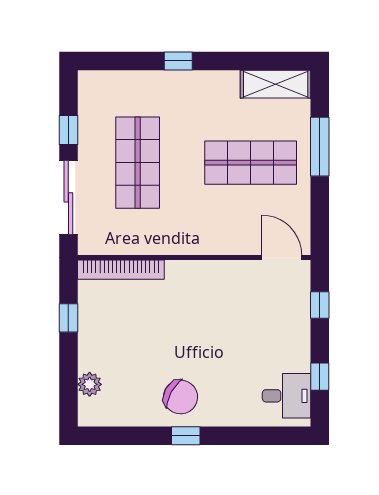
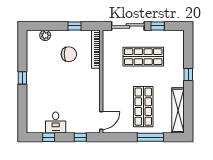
shelving: (276, 84) -> (178, 110), width x1.47
desk: (287, 396) -> (56, 123), moved
chair: (181, 397) -> (69, 54), moved, turned -119

